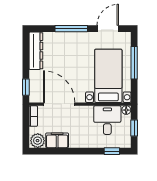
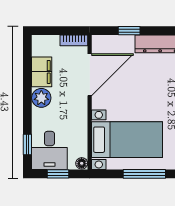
window: (26, 87) -> (129, 31), moved
desk: (107, 120) -> (49, 150), moved, turned 90
plant: (38, 141) -> (41, 98), moved

